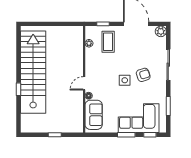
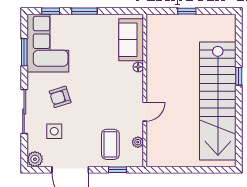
side table: (125, 80) -> (54, 131), moved
door: (84, 83) -> (145, 112), moved
corner sofa: (139, 118) -> (48, 43), moved, turned -90

